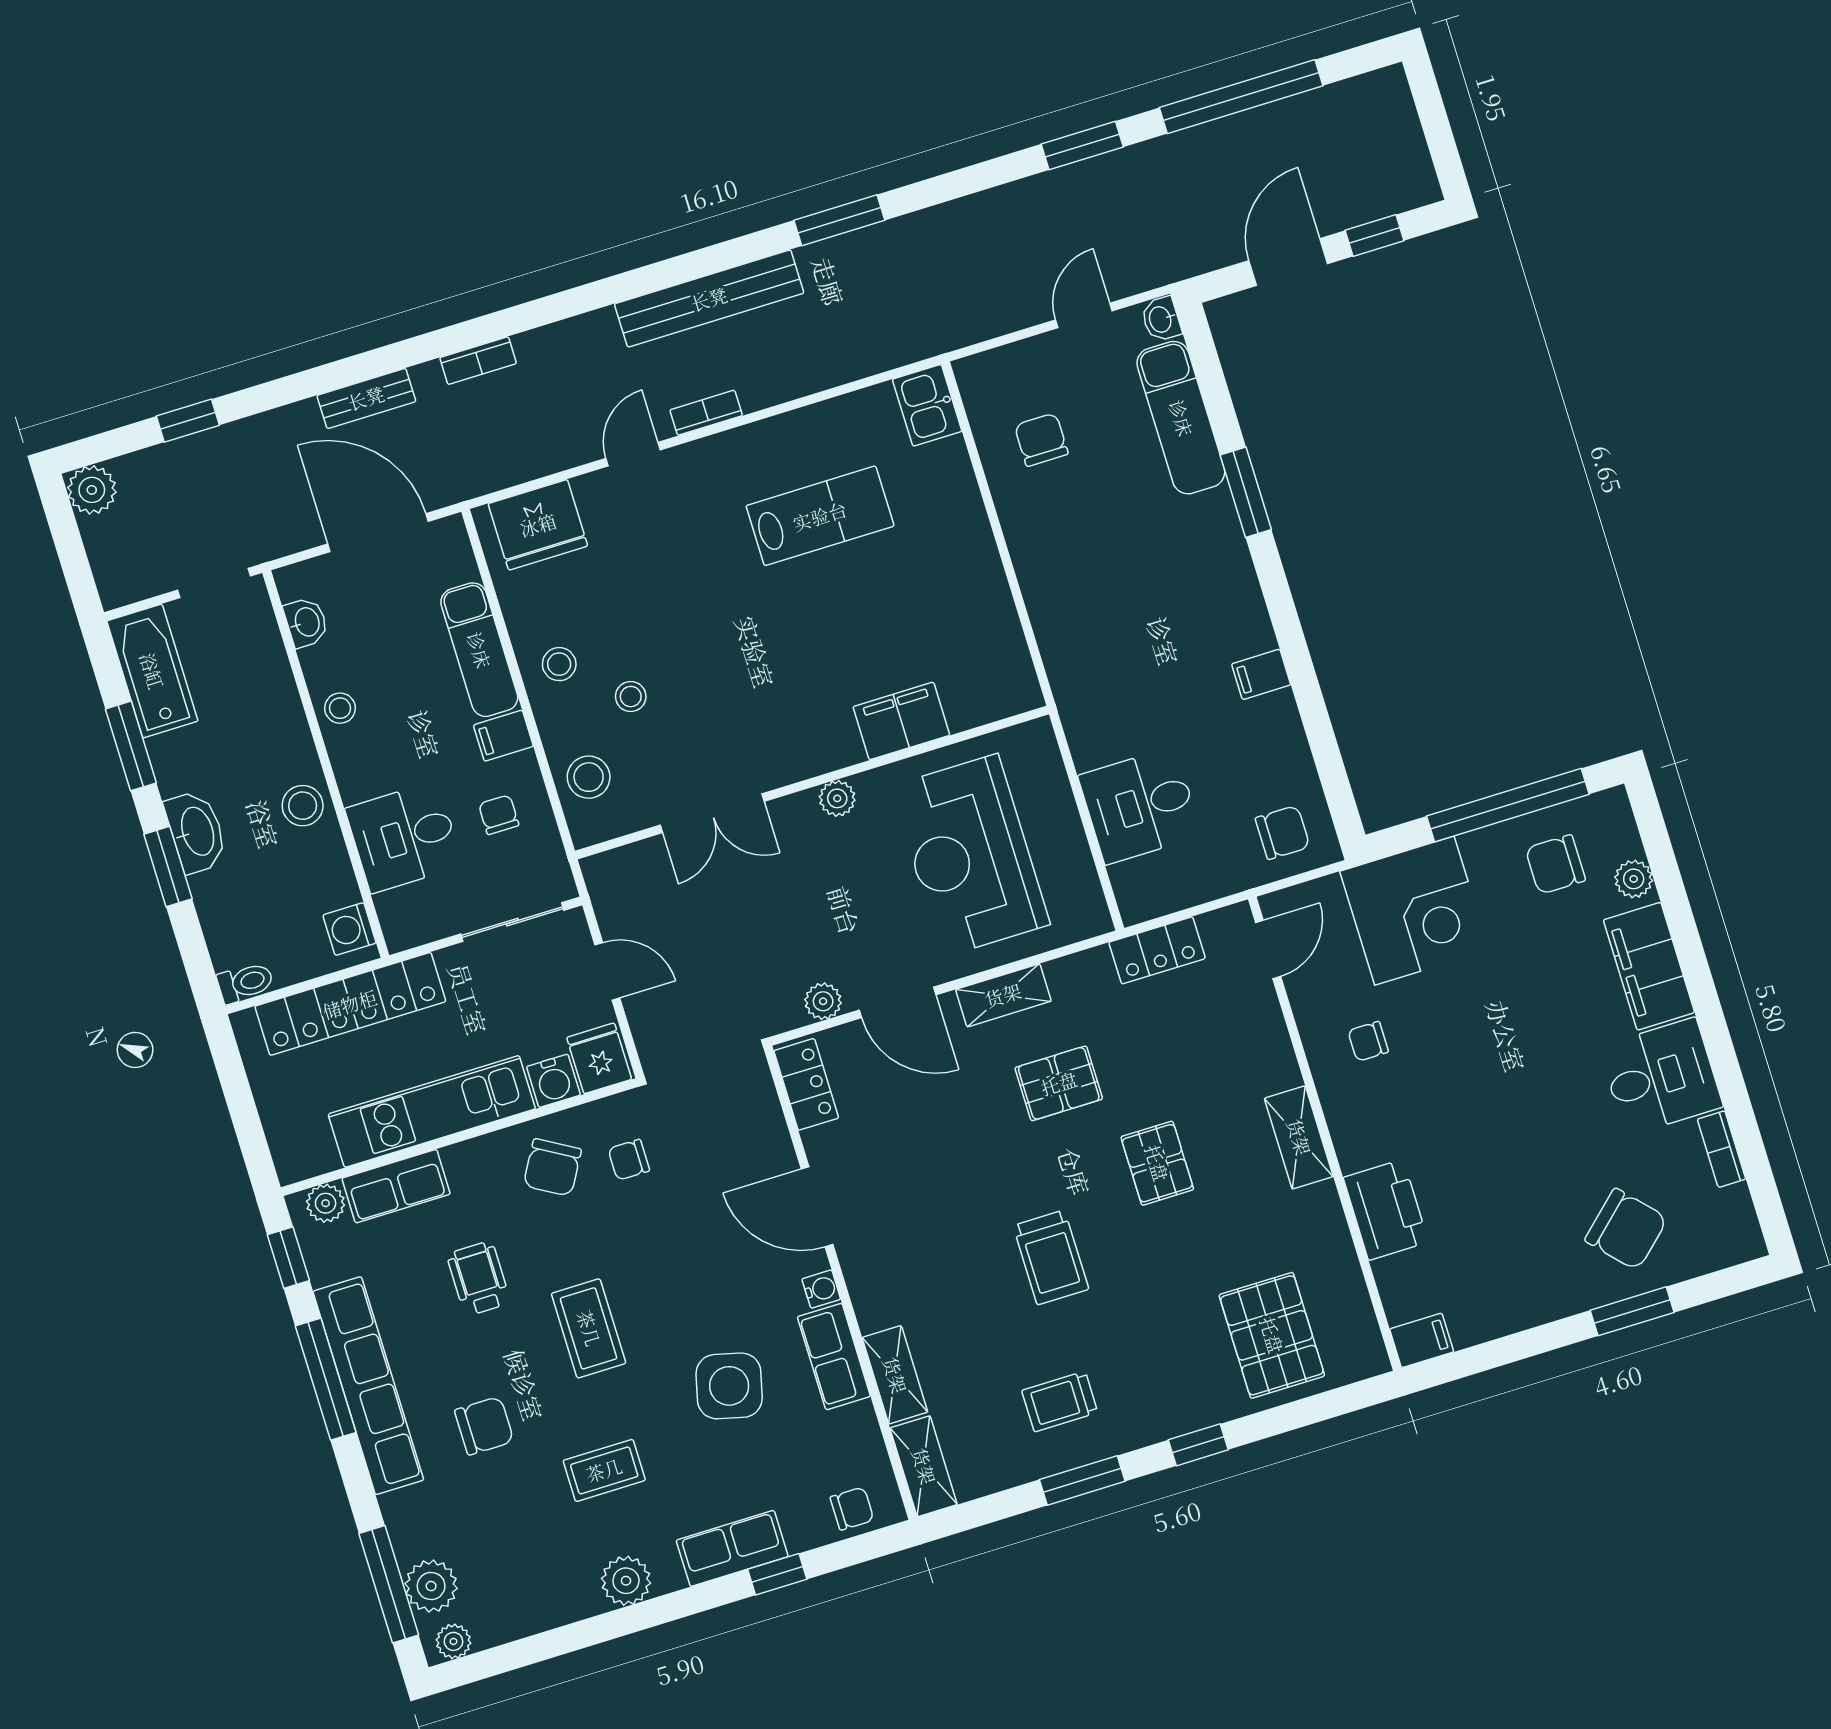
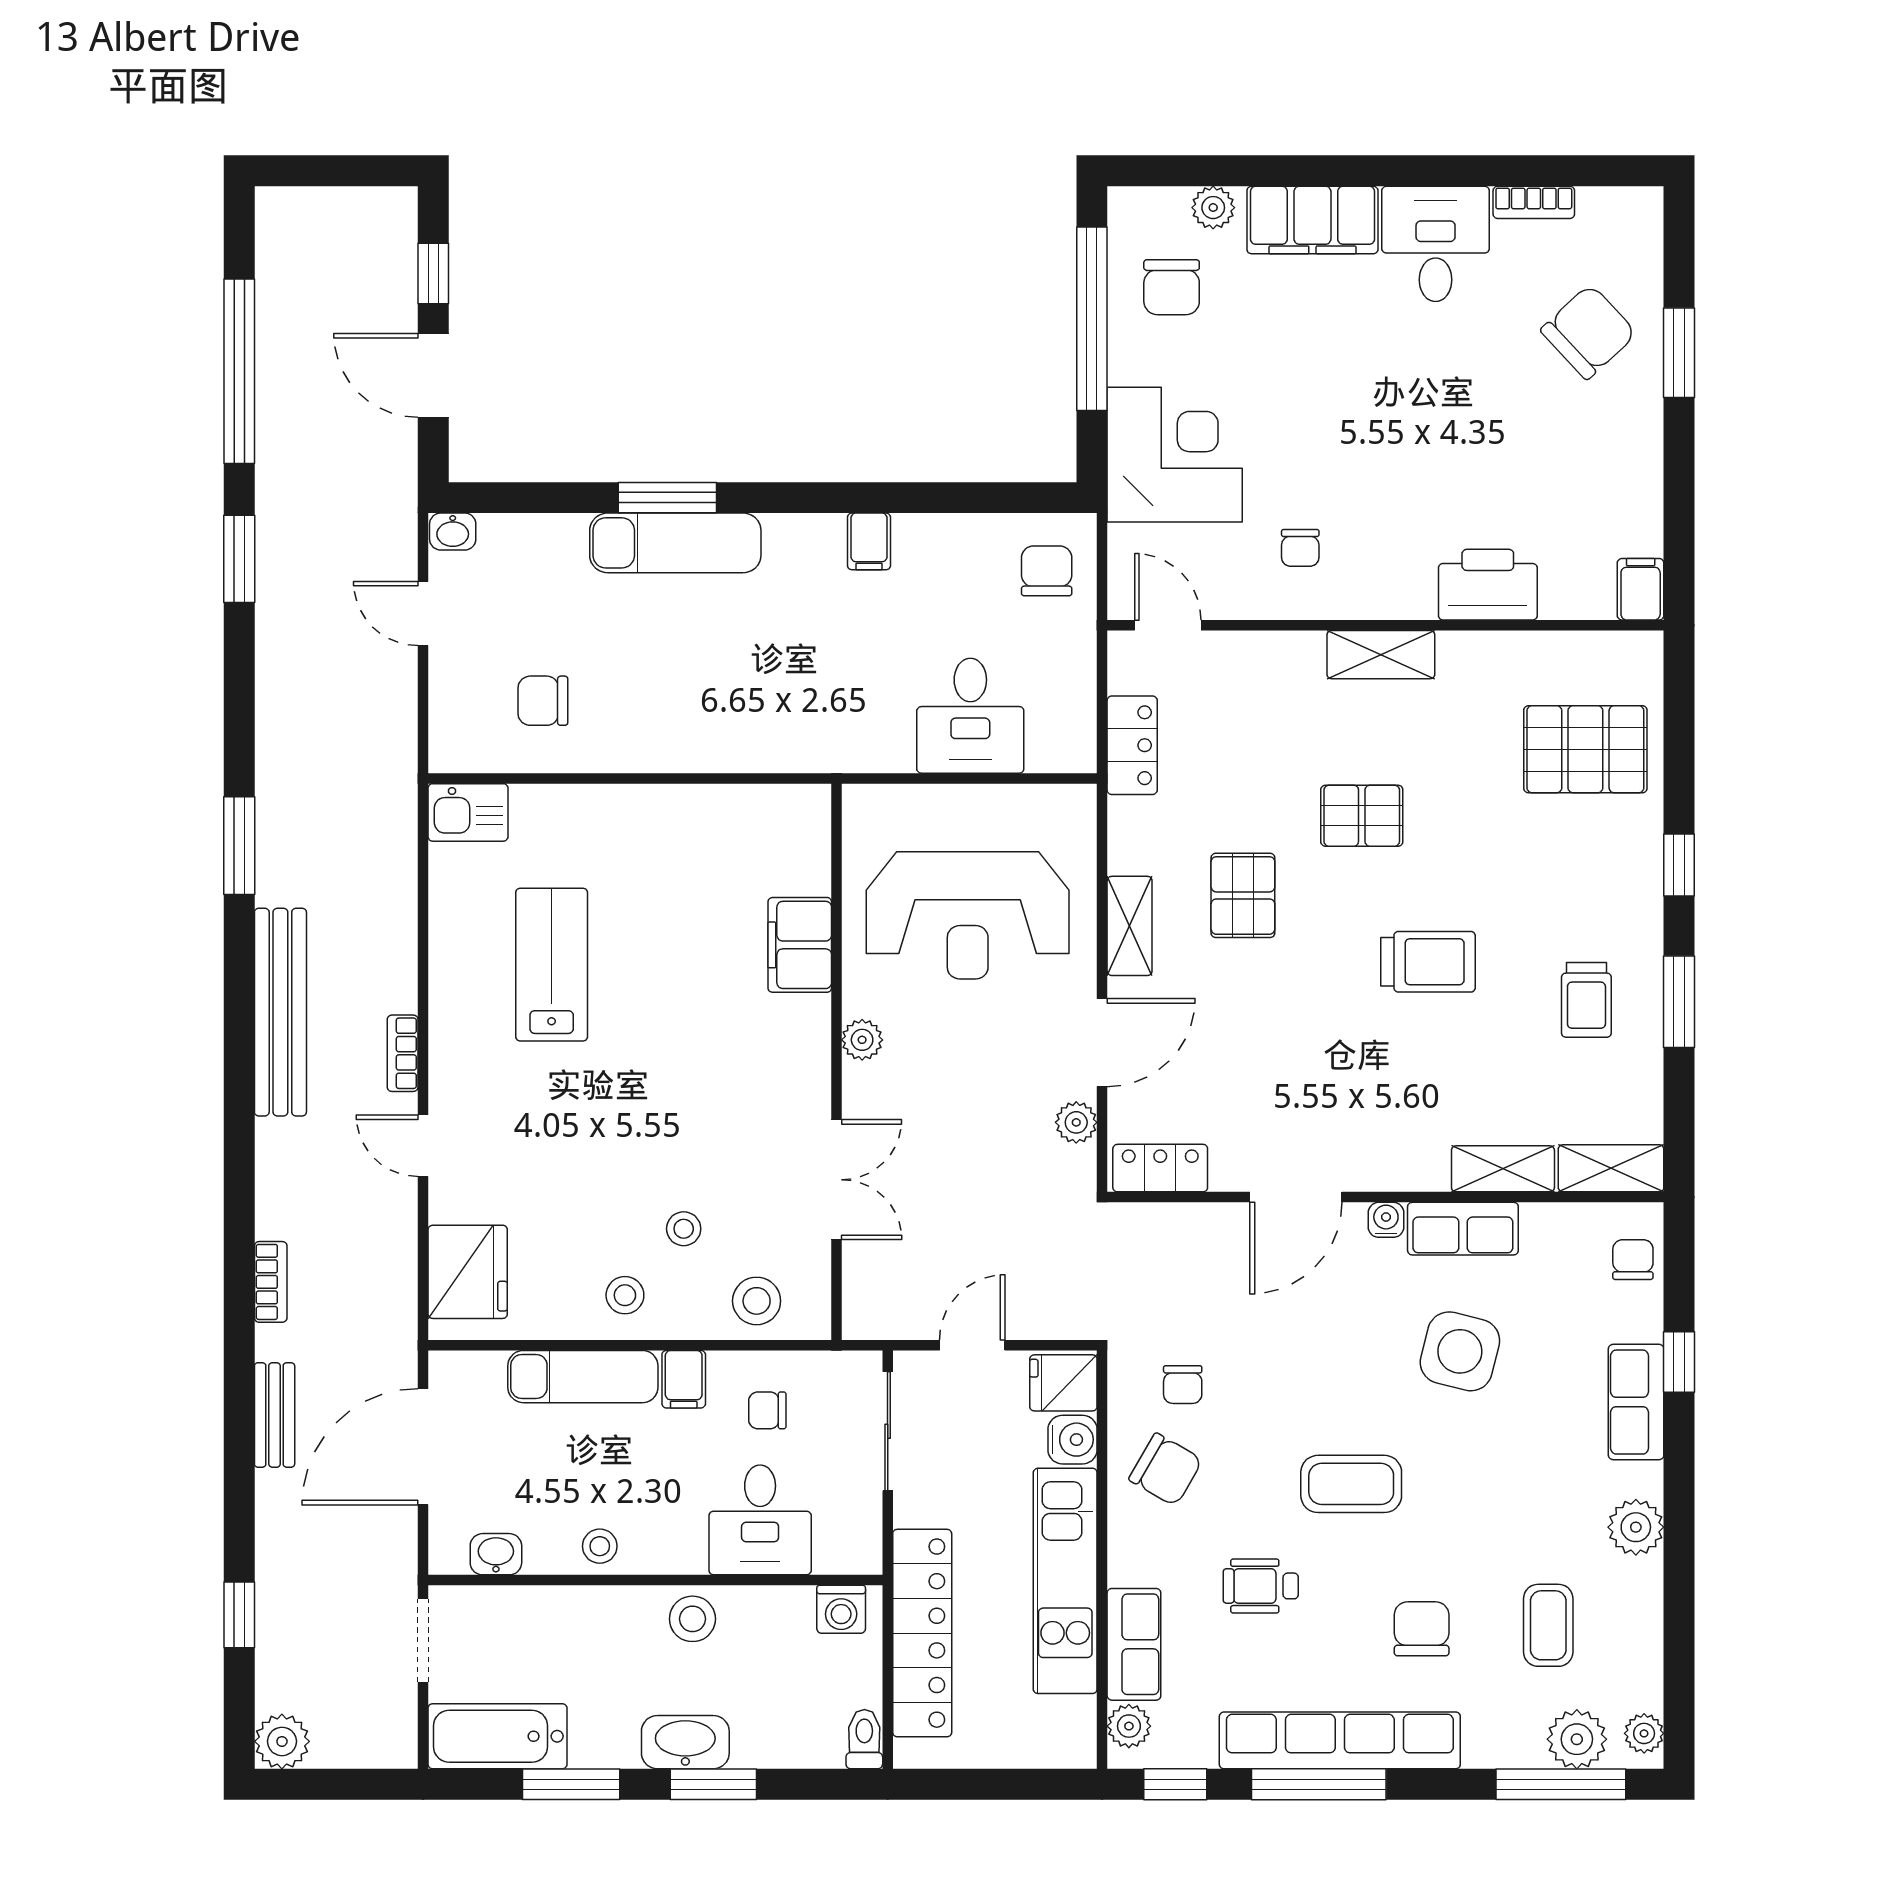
exam couch: (1181, 418) -> (675, 543), moved
coffee table: (604, 1470) -> (1548, 1625), moved

